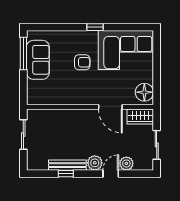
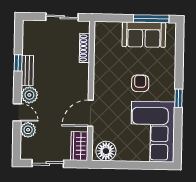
armchair: (82, 62) -> (140, 83), turned 180
shoe rack: (51, 113) -> (85, 48), added
bench: (67, 165) -> (27, 70), width x0.73

